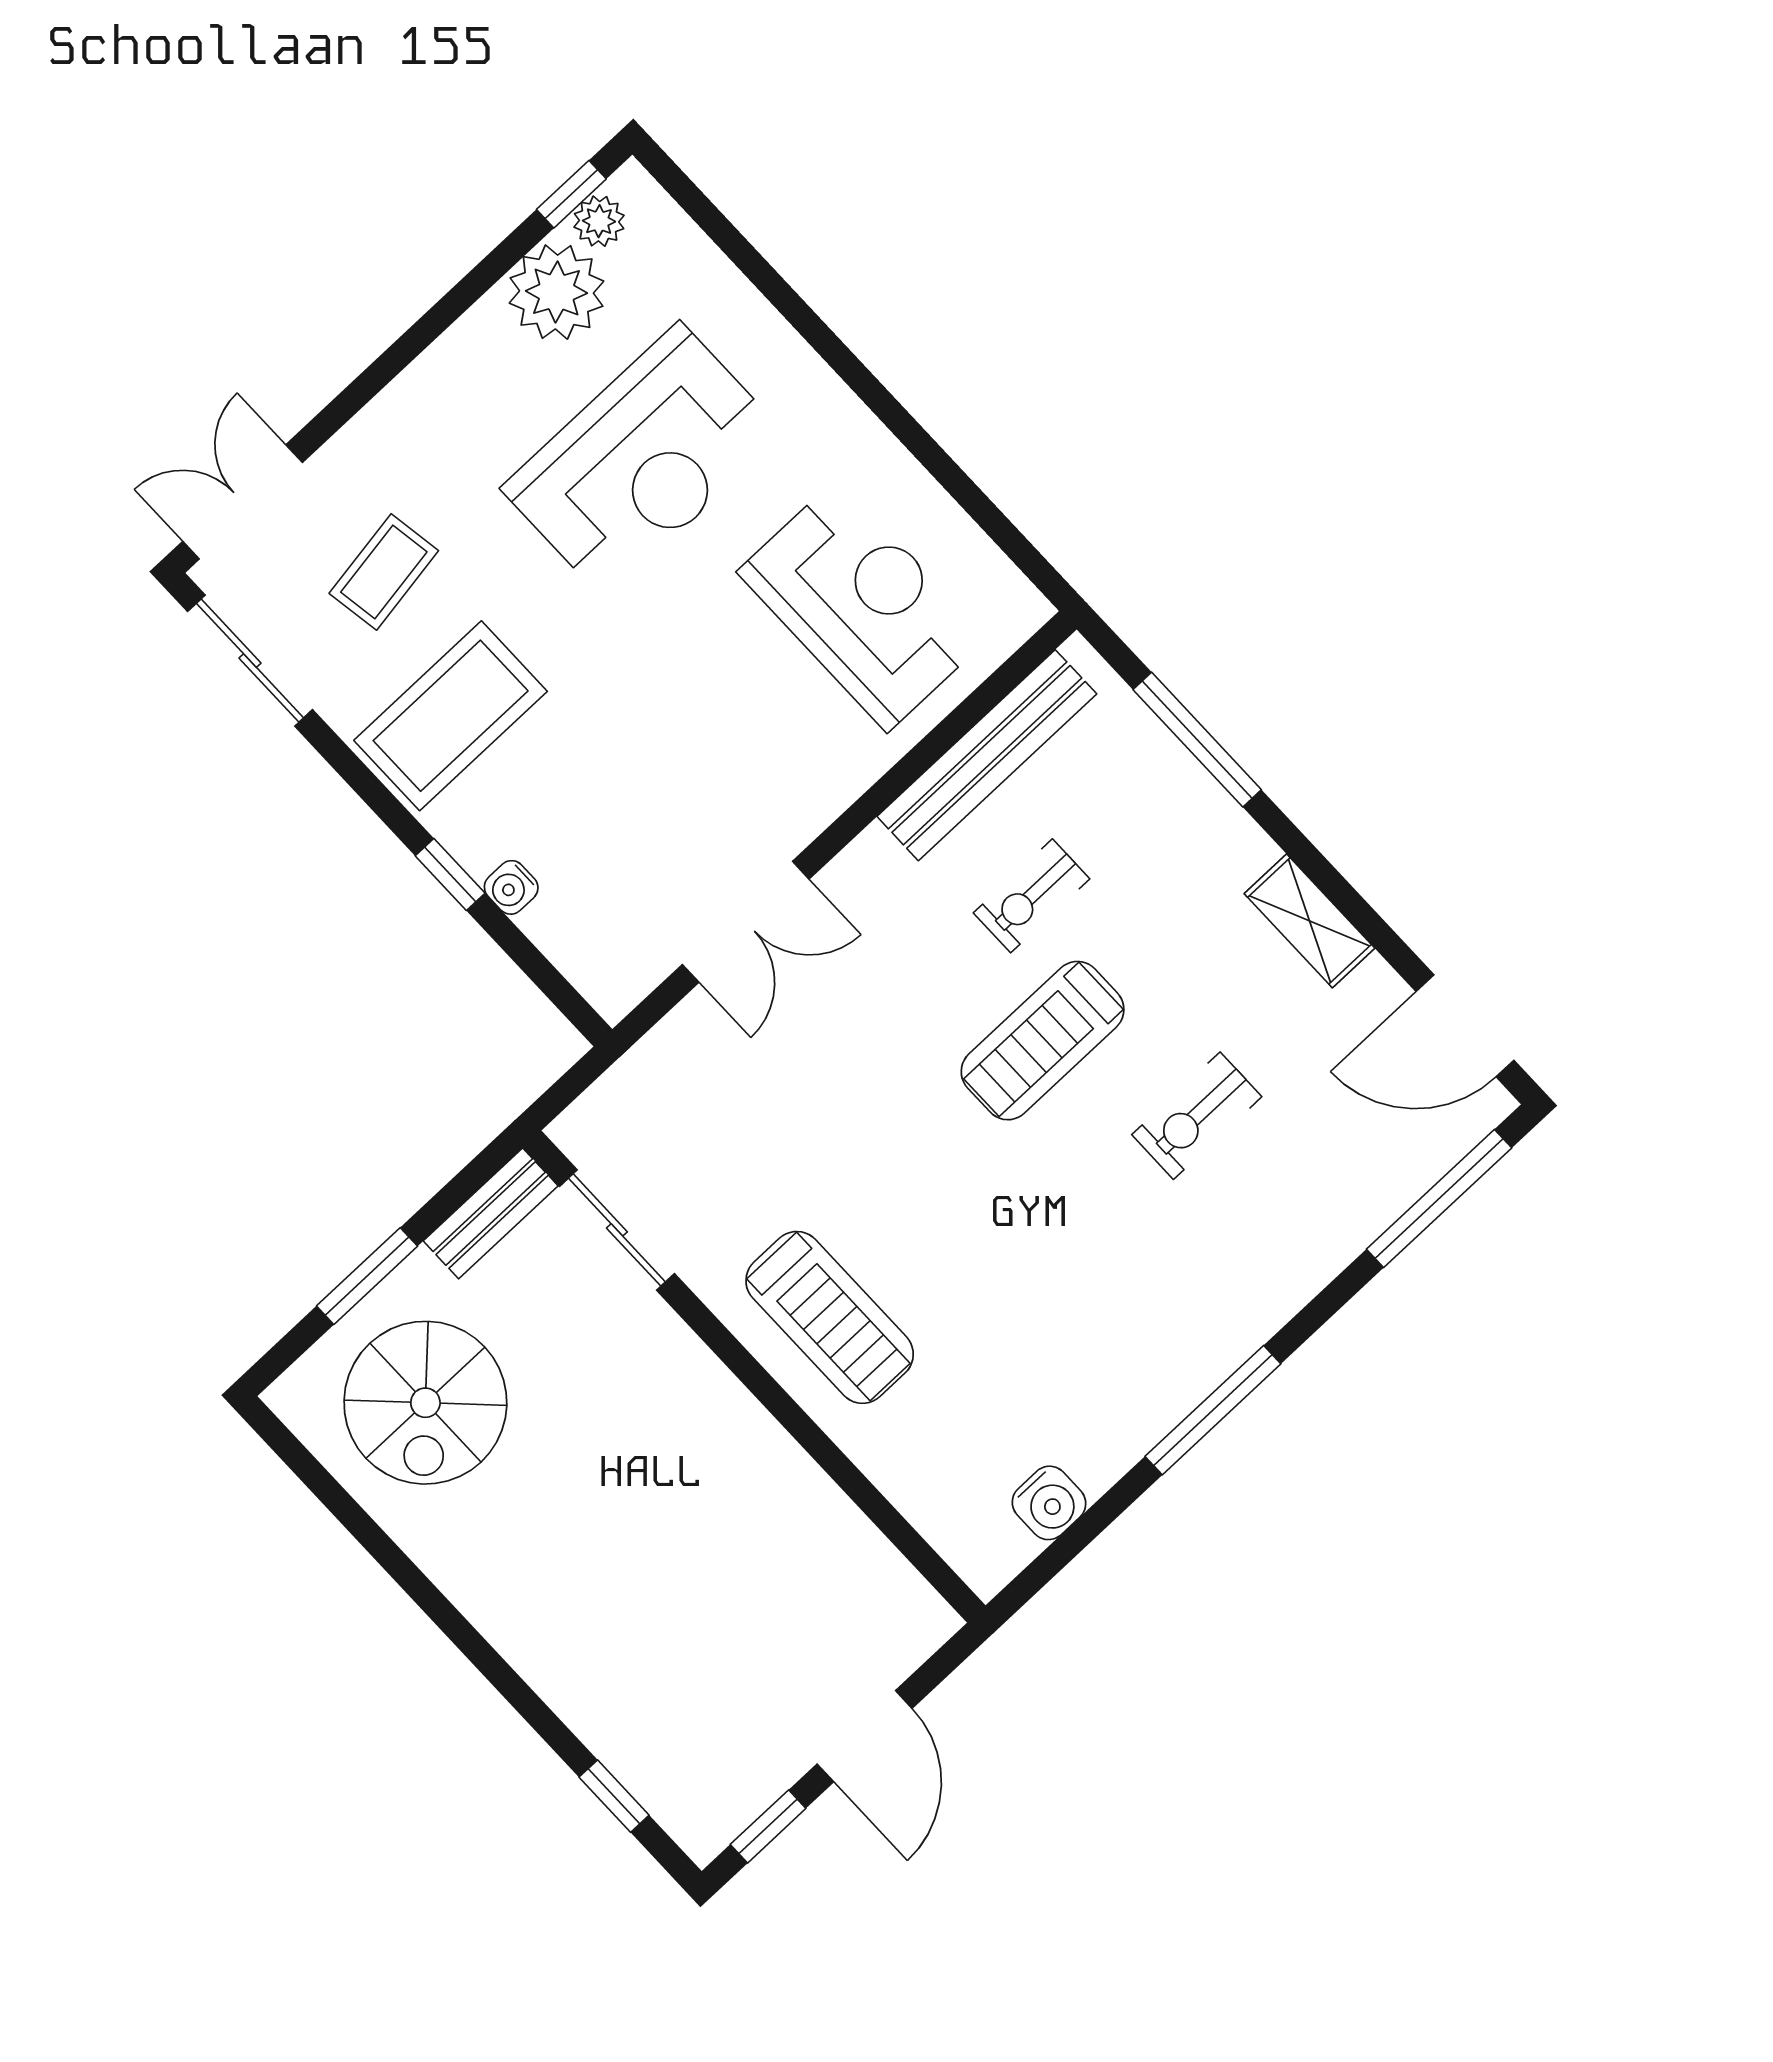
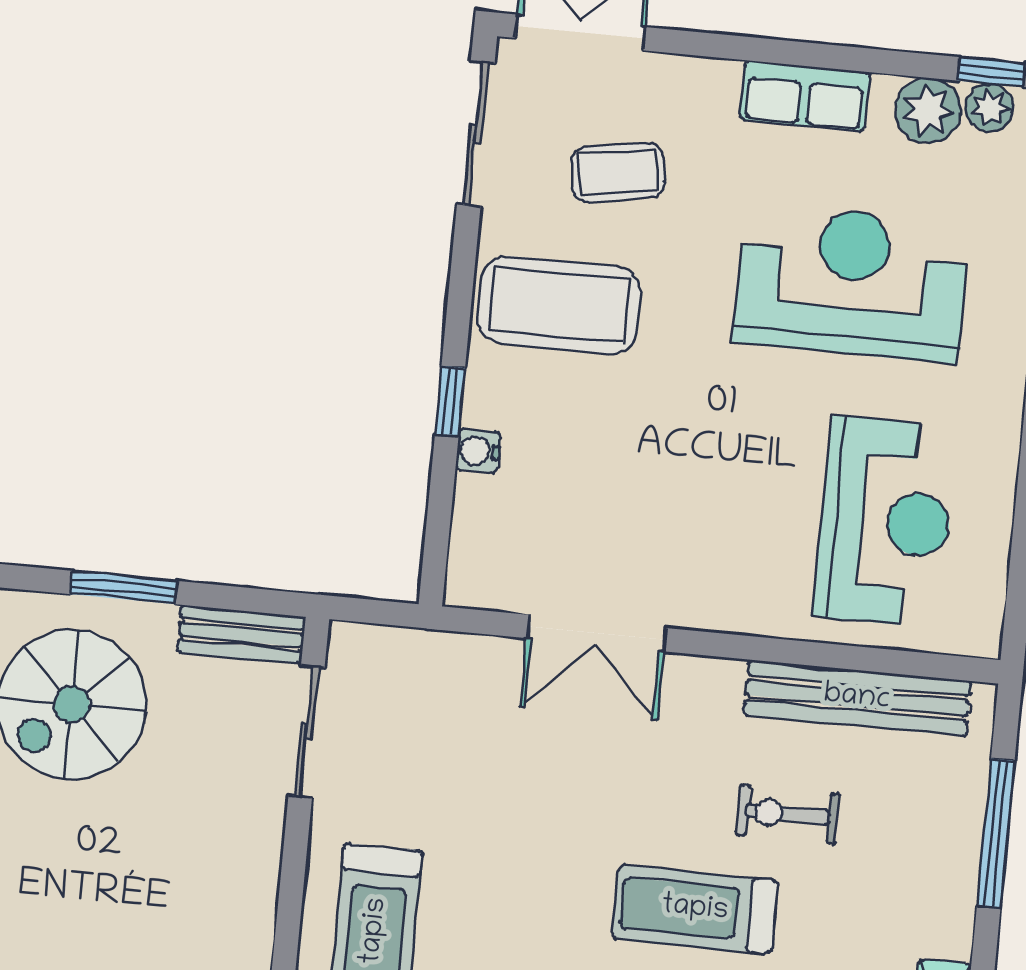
plant: (556, 292) -> (928, 110), width x0.73, depth x0.73
row of seats: (456, 364) -> (805, 96), added
reception desk: (642, 461) -> (851, 282), turned 180

